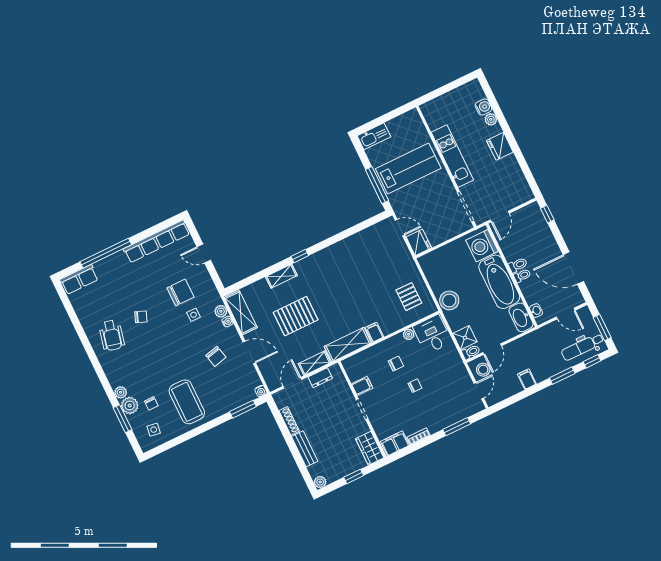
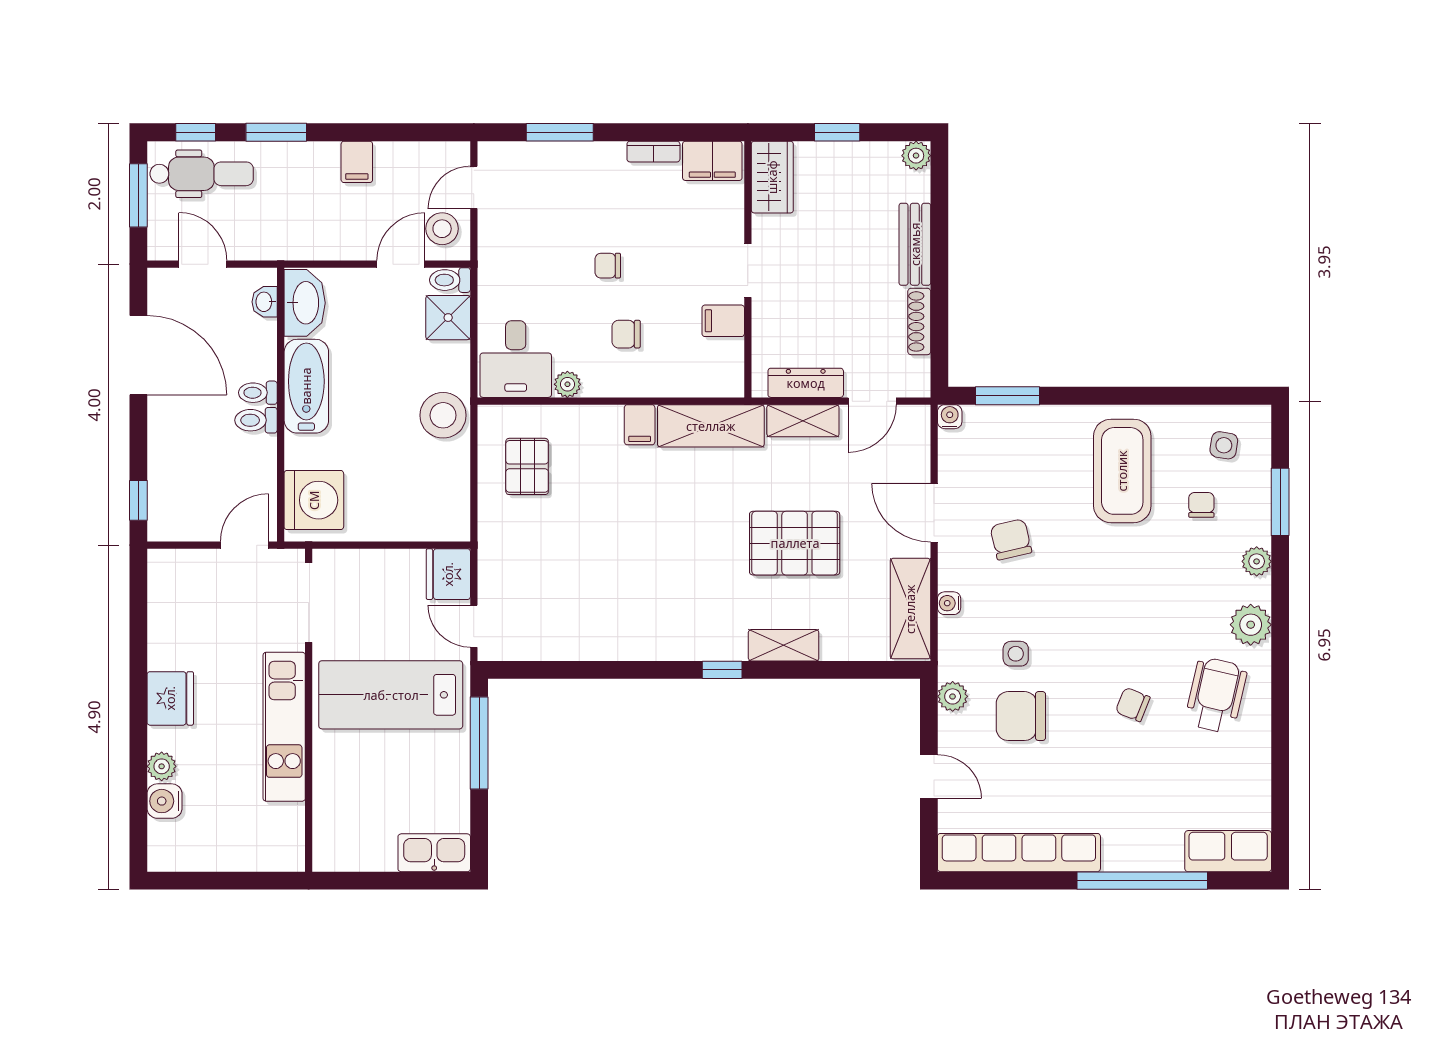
lab bench: (408, 169) -> (391, 695), moved
bathtub: (499, 282) -> (306, 386), width x0.73, depth x0.73
plant: (221, 311) -> (953, 696), moved
dresser: (320, 378) -> (806, 383), width x1.44
plant: (130, 405) -> (1251, 625), moved

